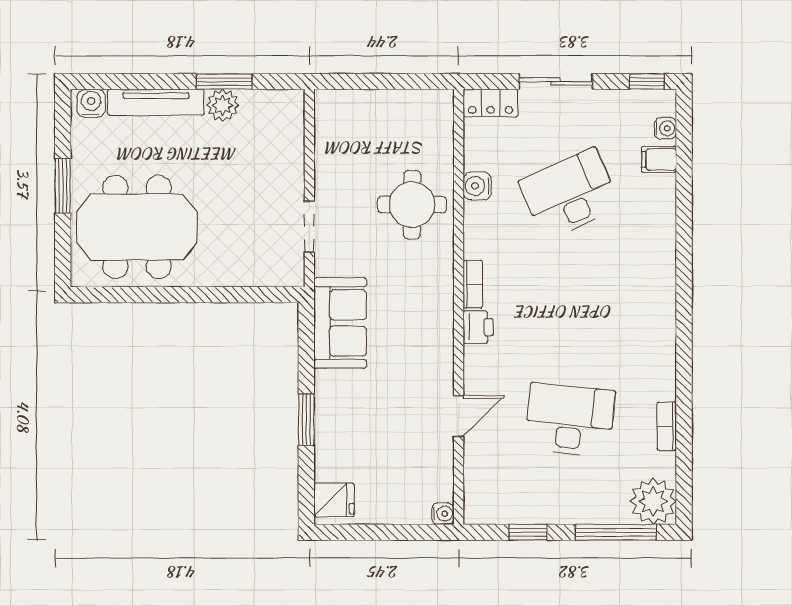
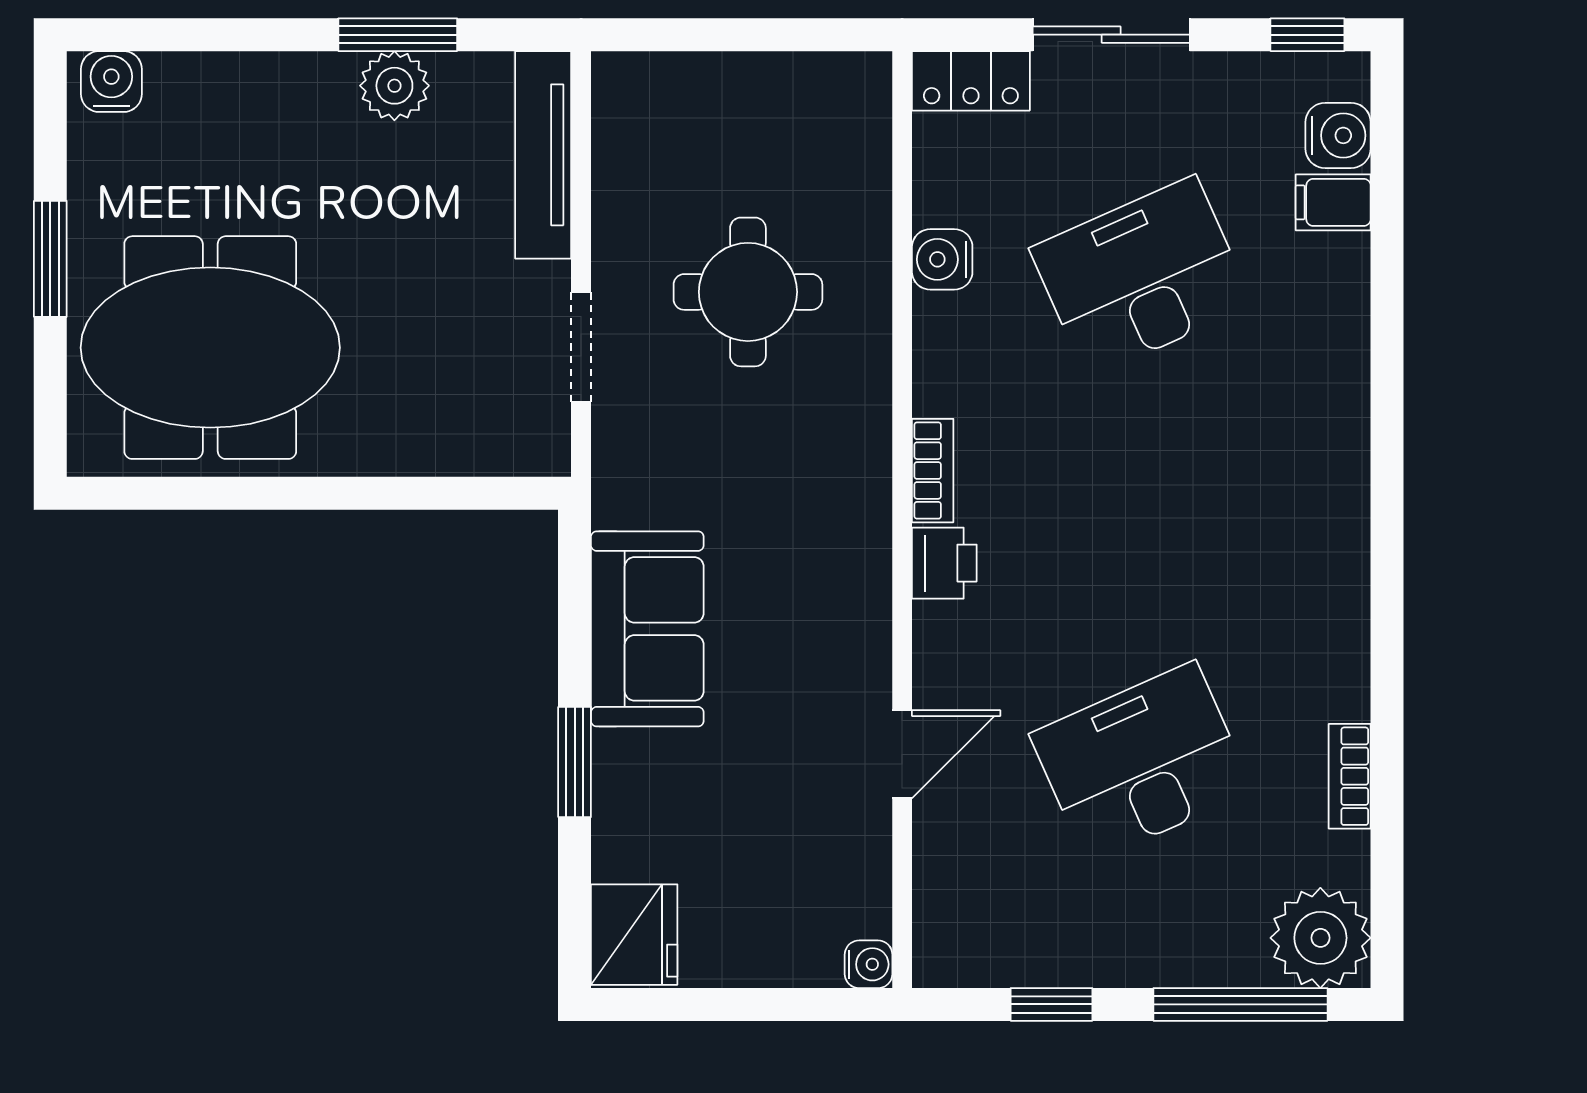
tv unit: (156, 102) -> (543, 155), moved, turned 90
water cooler: (665, 128) -> (1338, 135), width x1.38, depth x1.38
round table: (412, 205) -> (748, 292), moved
sofa: (340, 323) -> (647, 629), moved
desk: (570, 420) -> (1141, 762), turned -30
fridge: (334, 500) -> (634, 935), width x1.38

